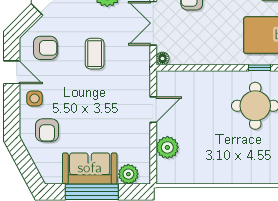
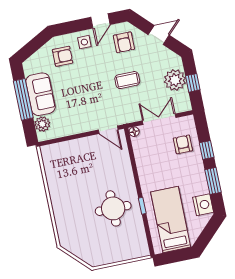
door: (153, 110) -> (108, 130), moved
armchair: (47, 130) -> (63, 56), turned 180
plant: (167, 147) -> (68, 149), removed

